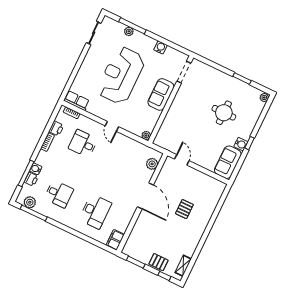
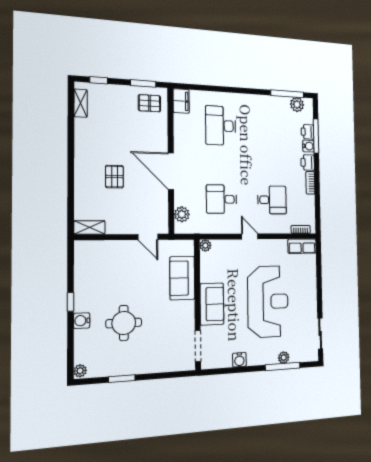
printer: (56, 128) -> (308, 162), moved
water cooler: (241, 144) -> (82, 321), moved
sofa: (228, 162) -> (182, 278), moved, turned 180
shelving: (216, 184) -> (89, 227), added
desk: (59, 194) -> (222, 199), moved
pallet: (158, 262) -> (149, 103), moved

